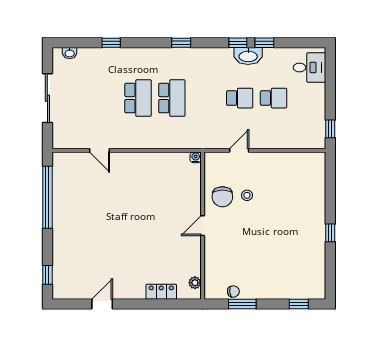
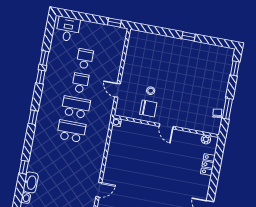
washbasin: (248, 56) -> (31, 182), moved
school desk: (138, 98) -> (76, 107), moved

